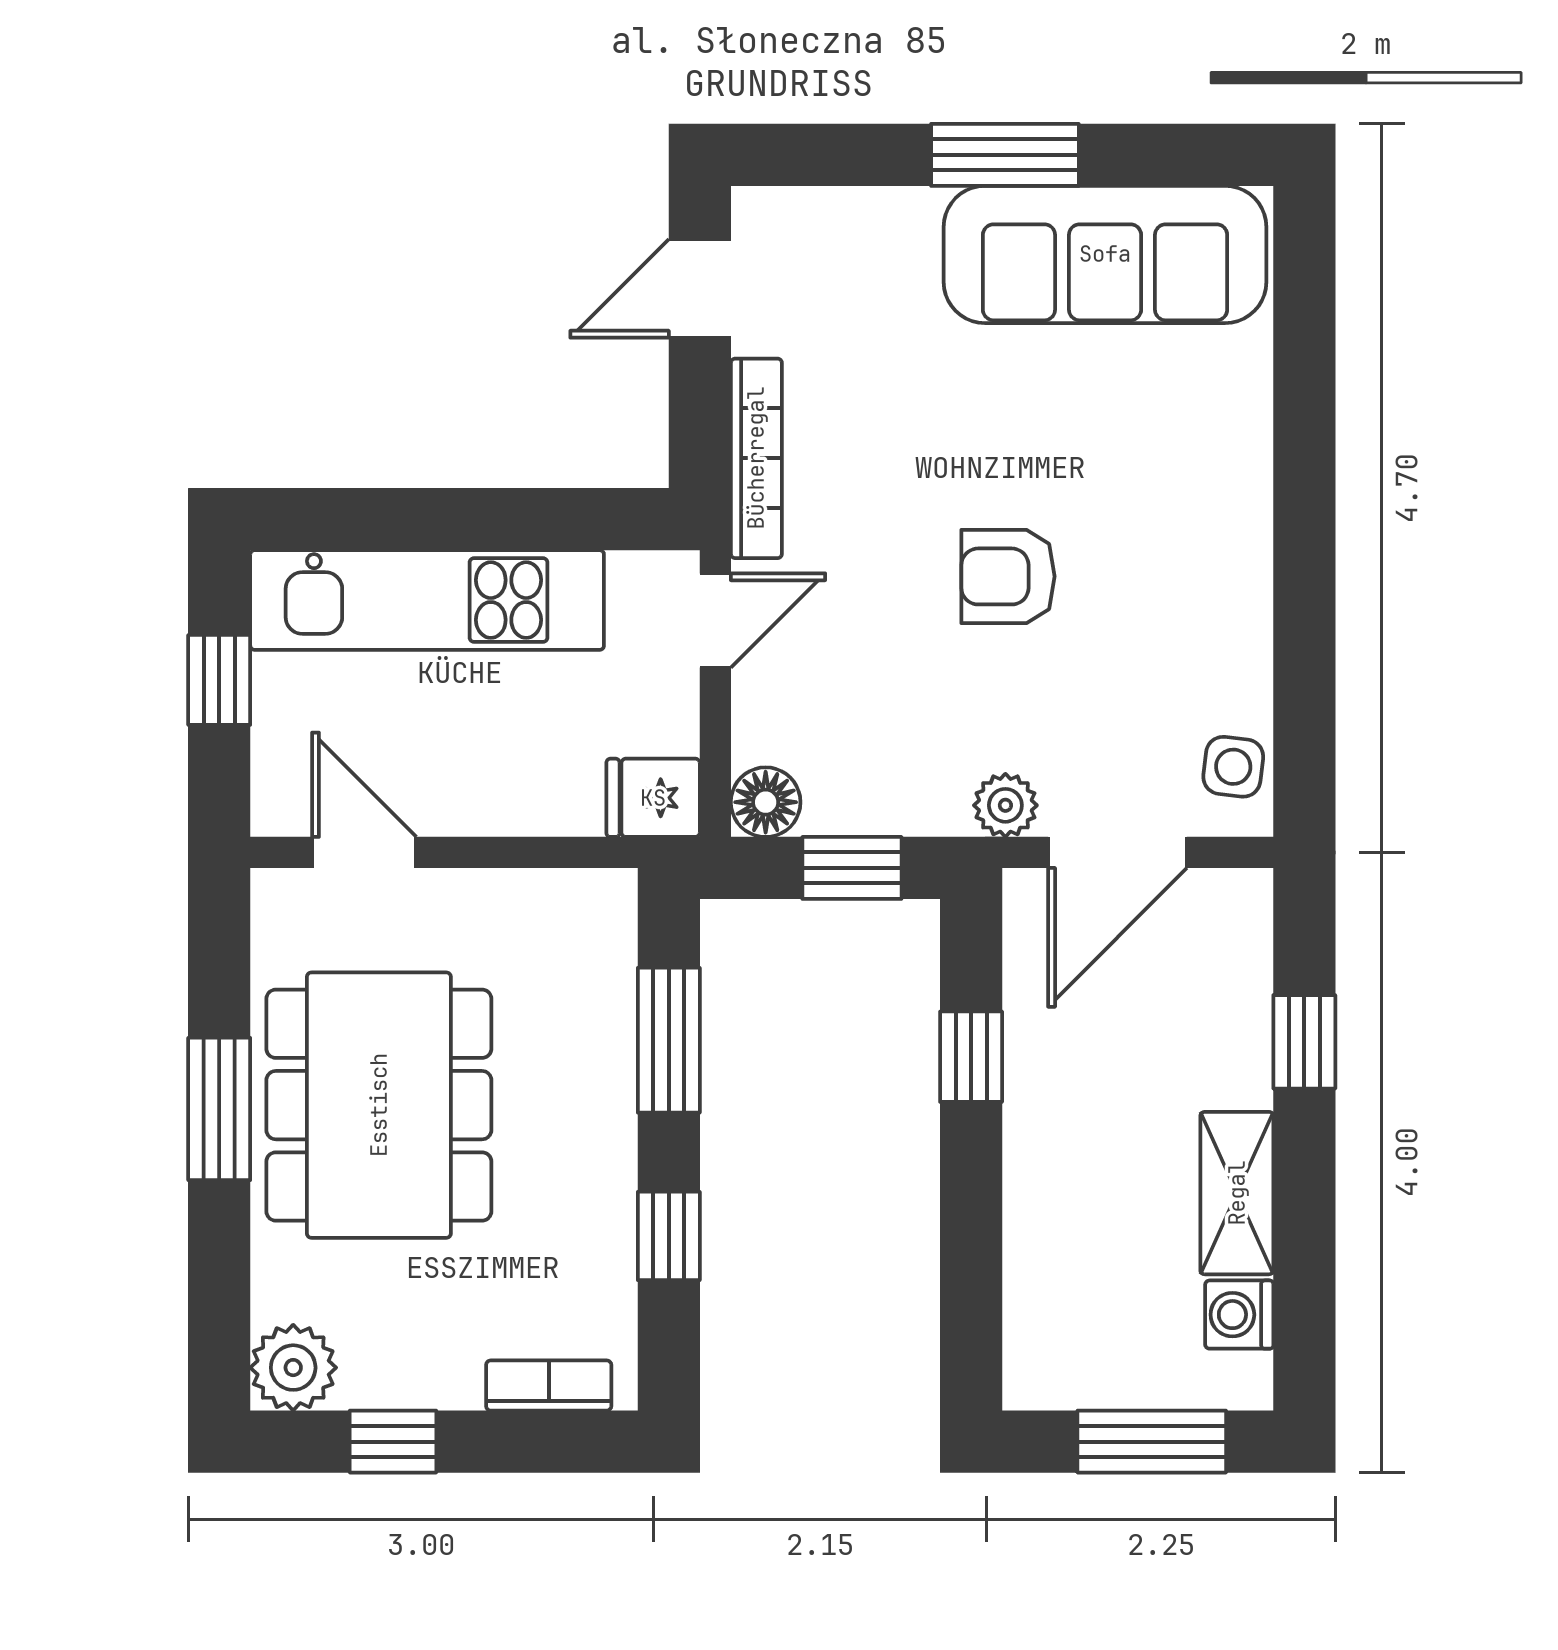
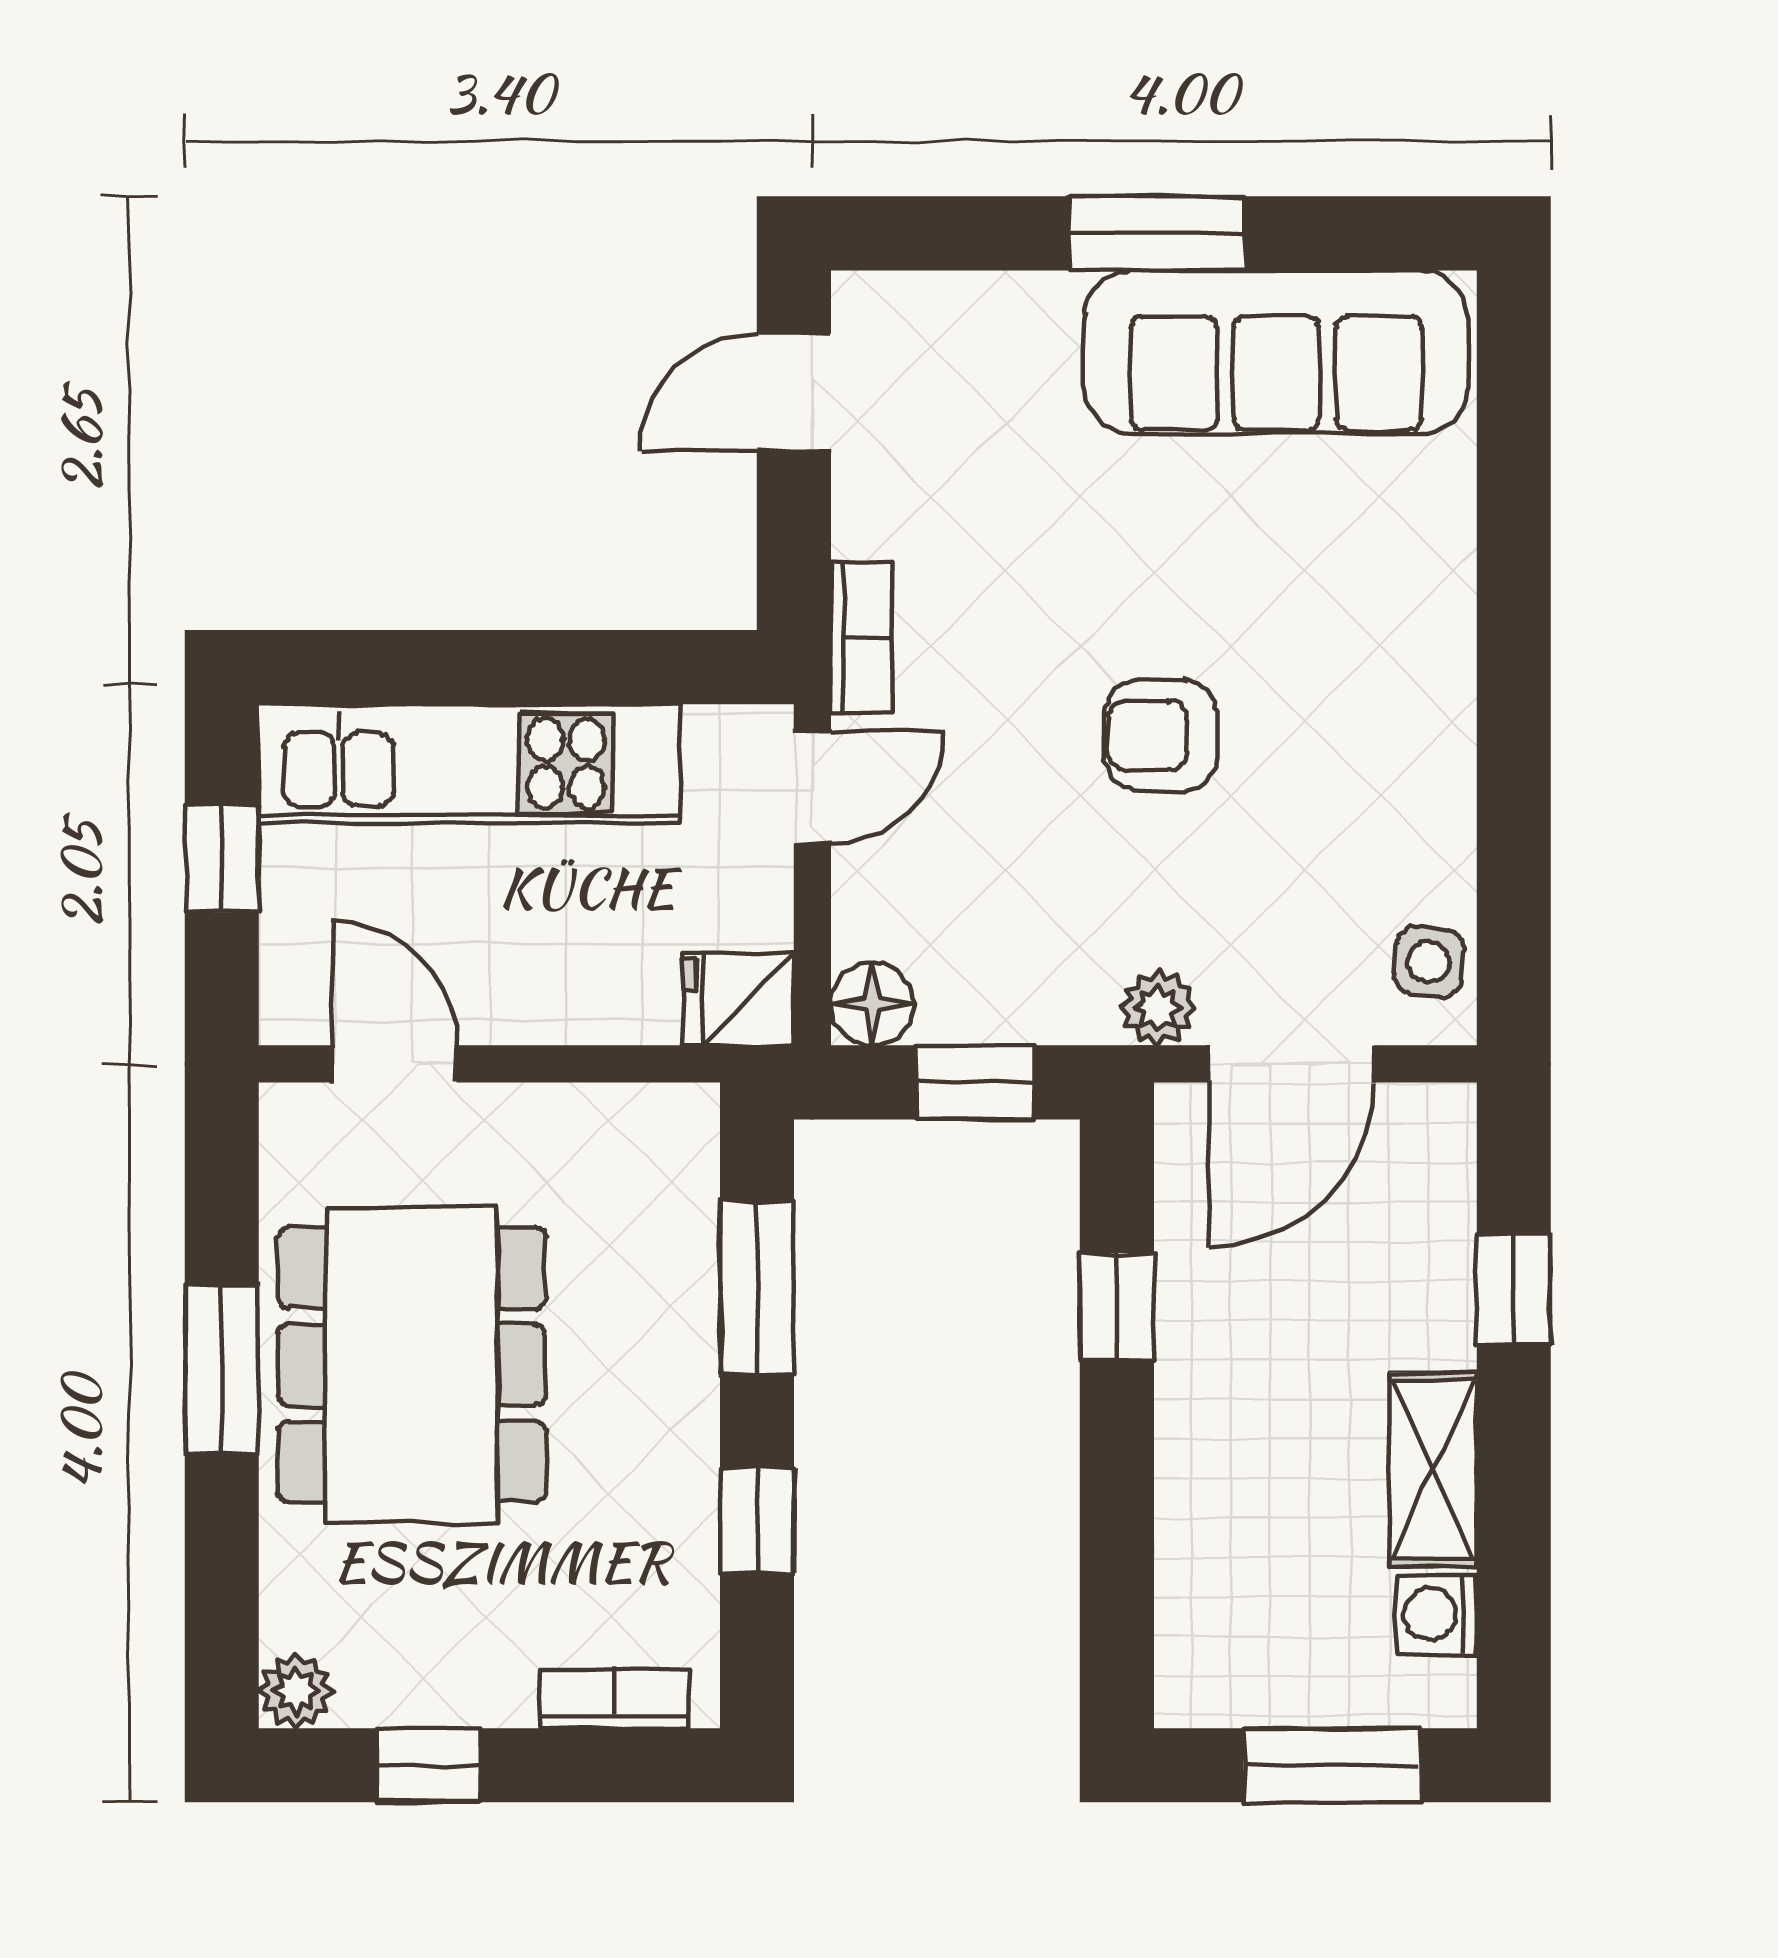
bookcase: (756, 458) -> (861, 637), width x0.64
plant: (293, 1368) -> (296, 1691), width x0.73, depth x0.73

